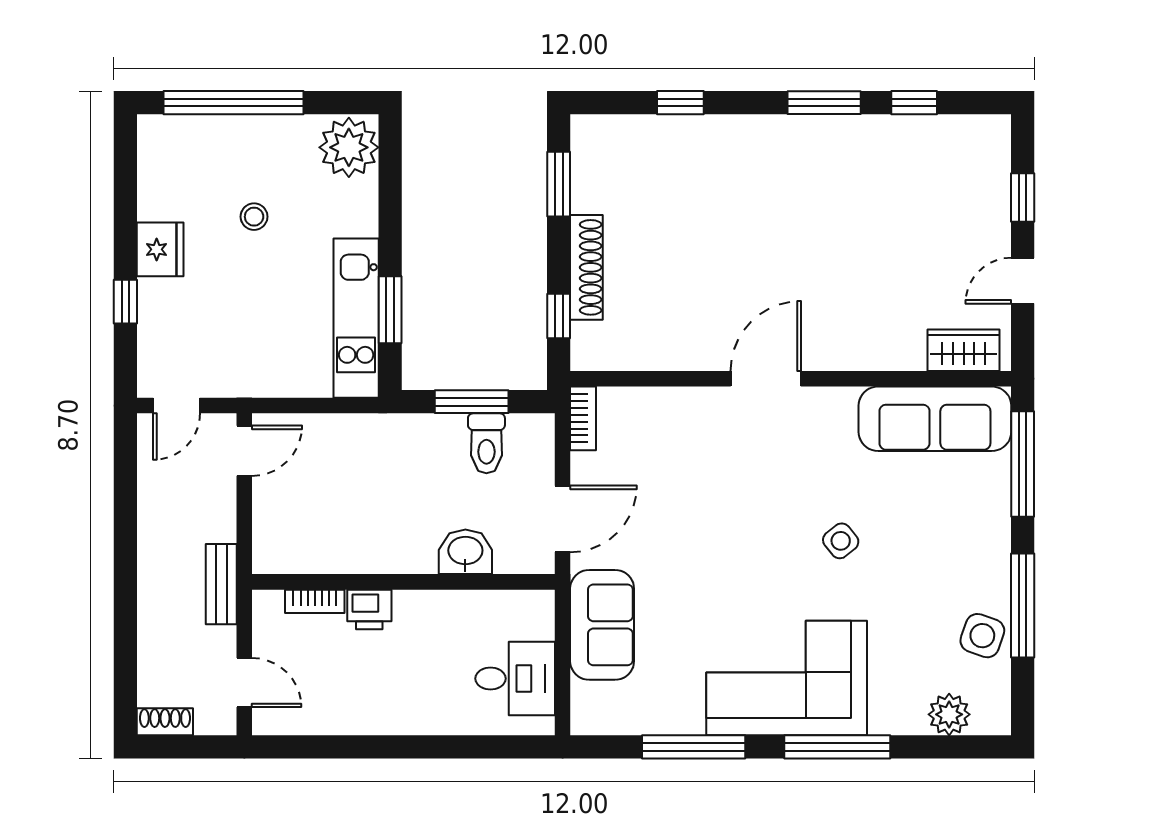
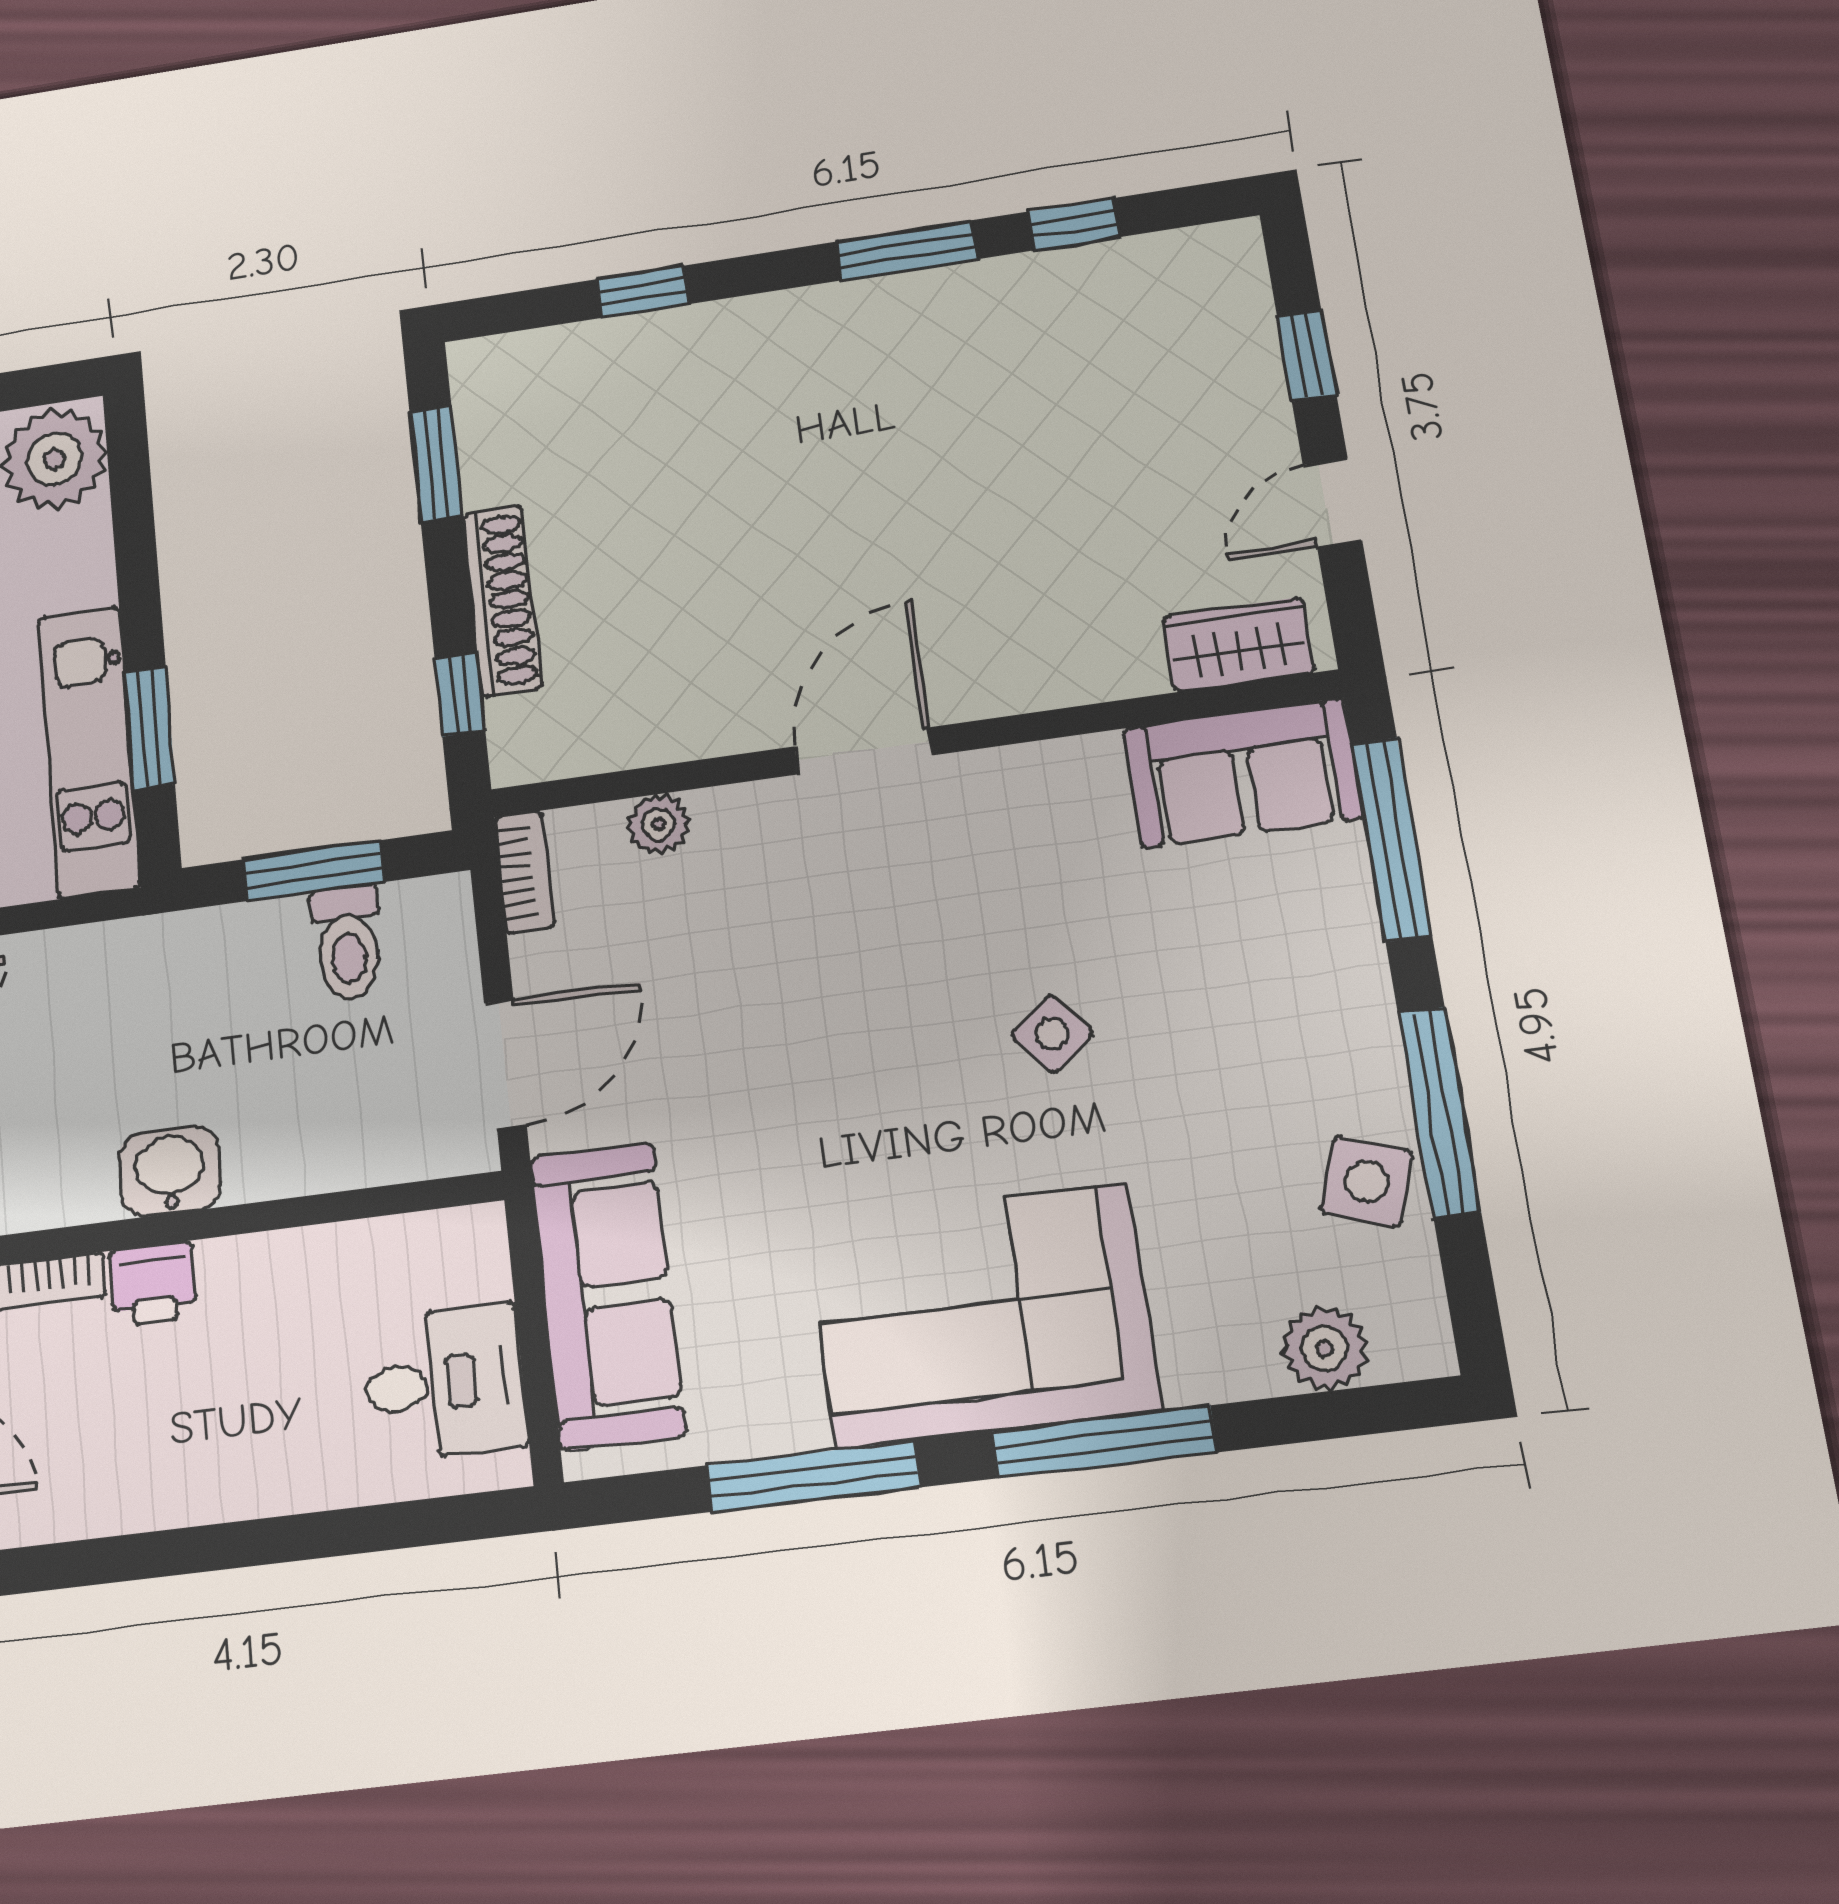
plant: (656, 403) -> (659, 824), added
sofa: (935, 419) -> (1243, 773), width x0.73
washbasin: (465, 552) -> (170, 1171), moved
sofa: (602, 625) -> (607, 1295), width x1.36

